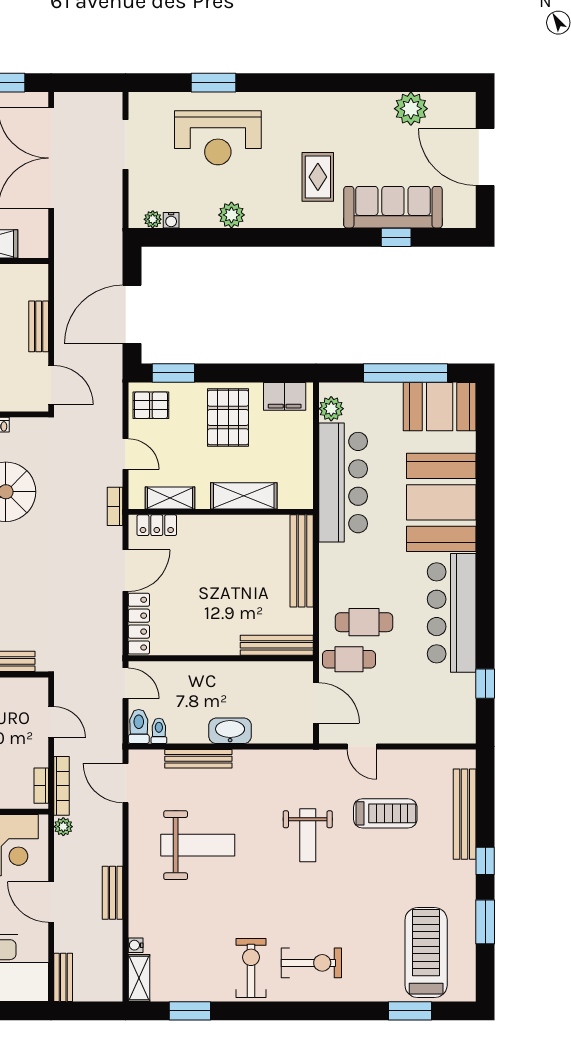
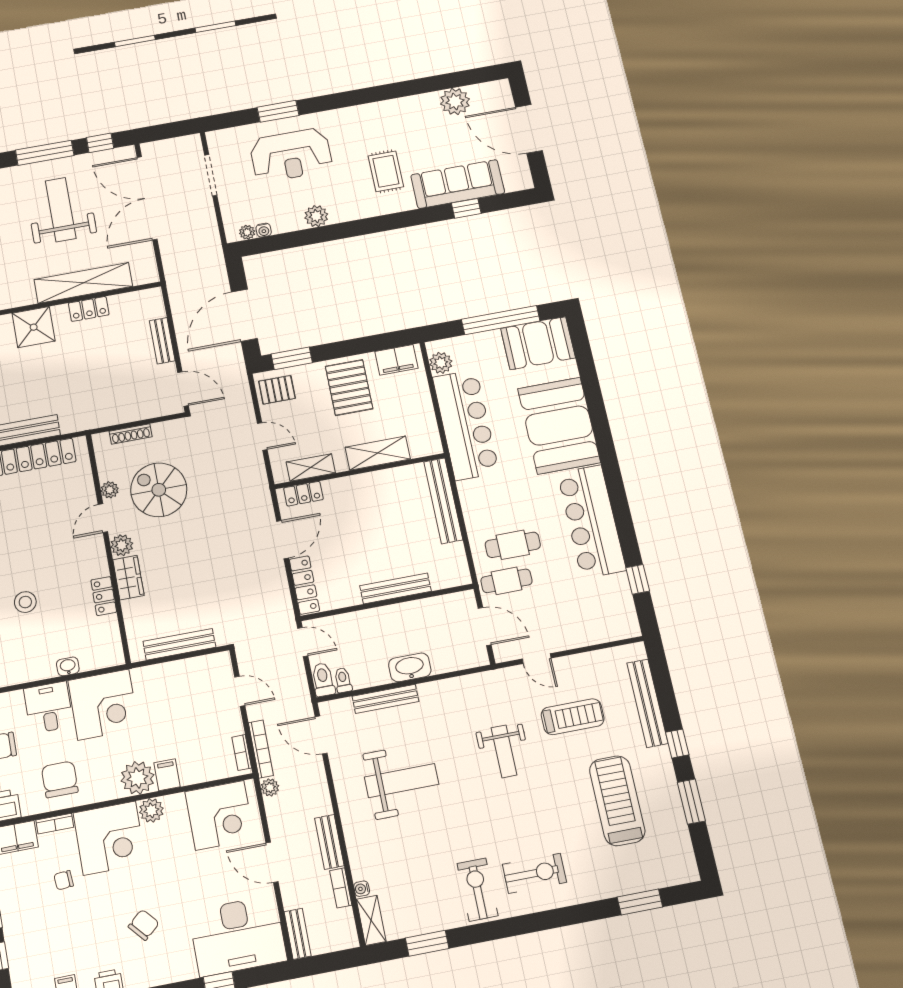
bookcase: (115, 506) -> (341, 888), moved
bench: (277, 645) -> (395, 588), moved
treadmill: (426, 953) -> (617, 801), moved

